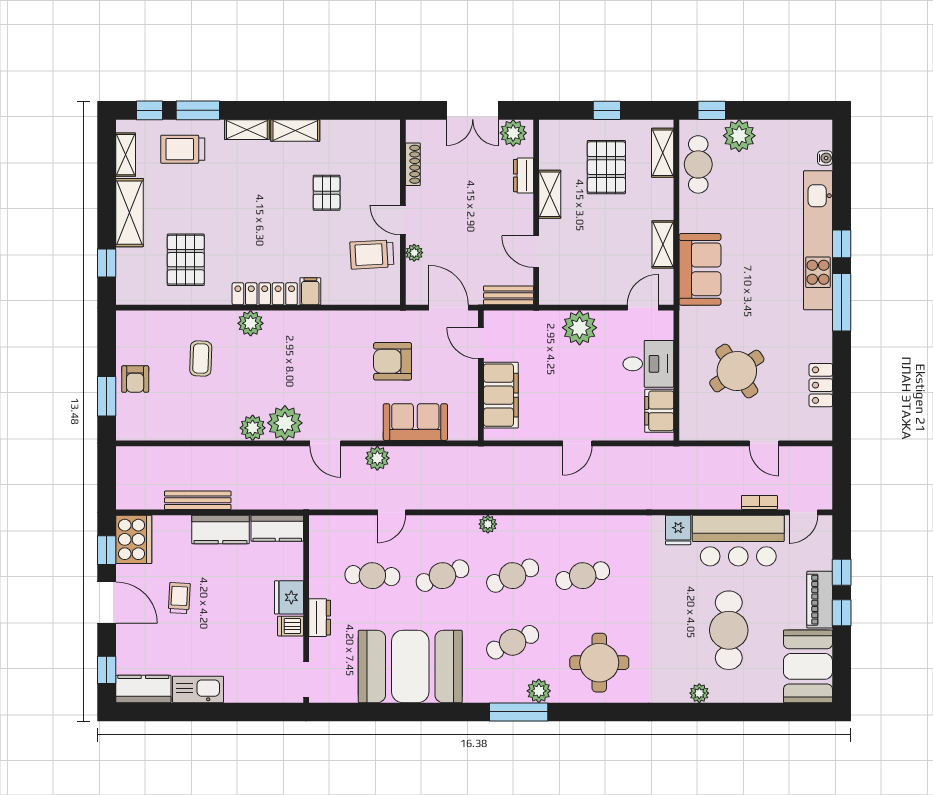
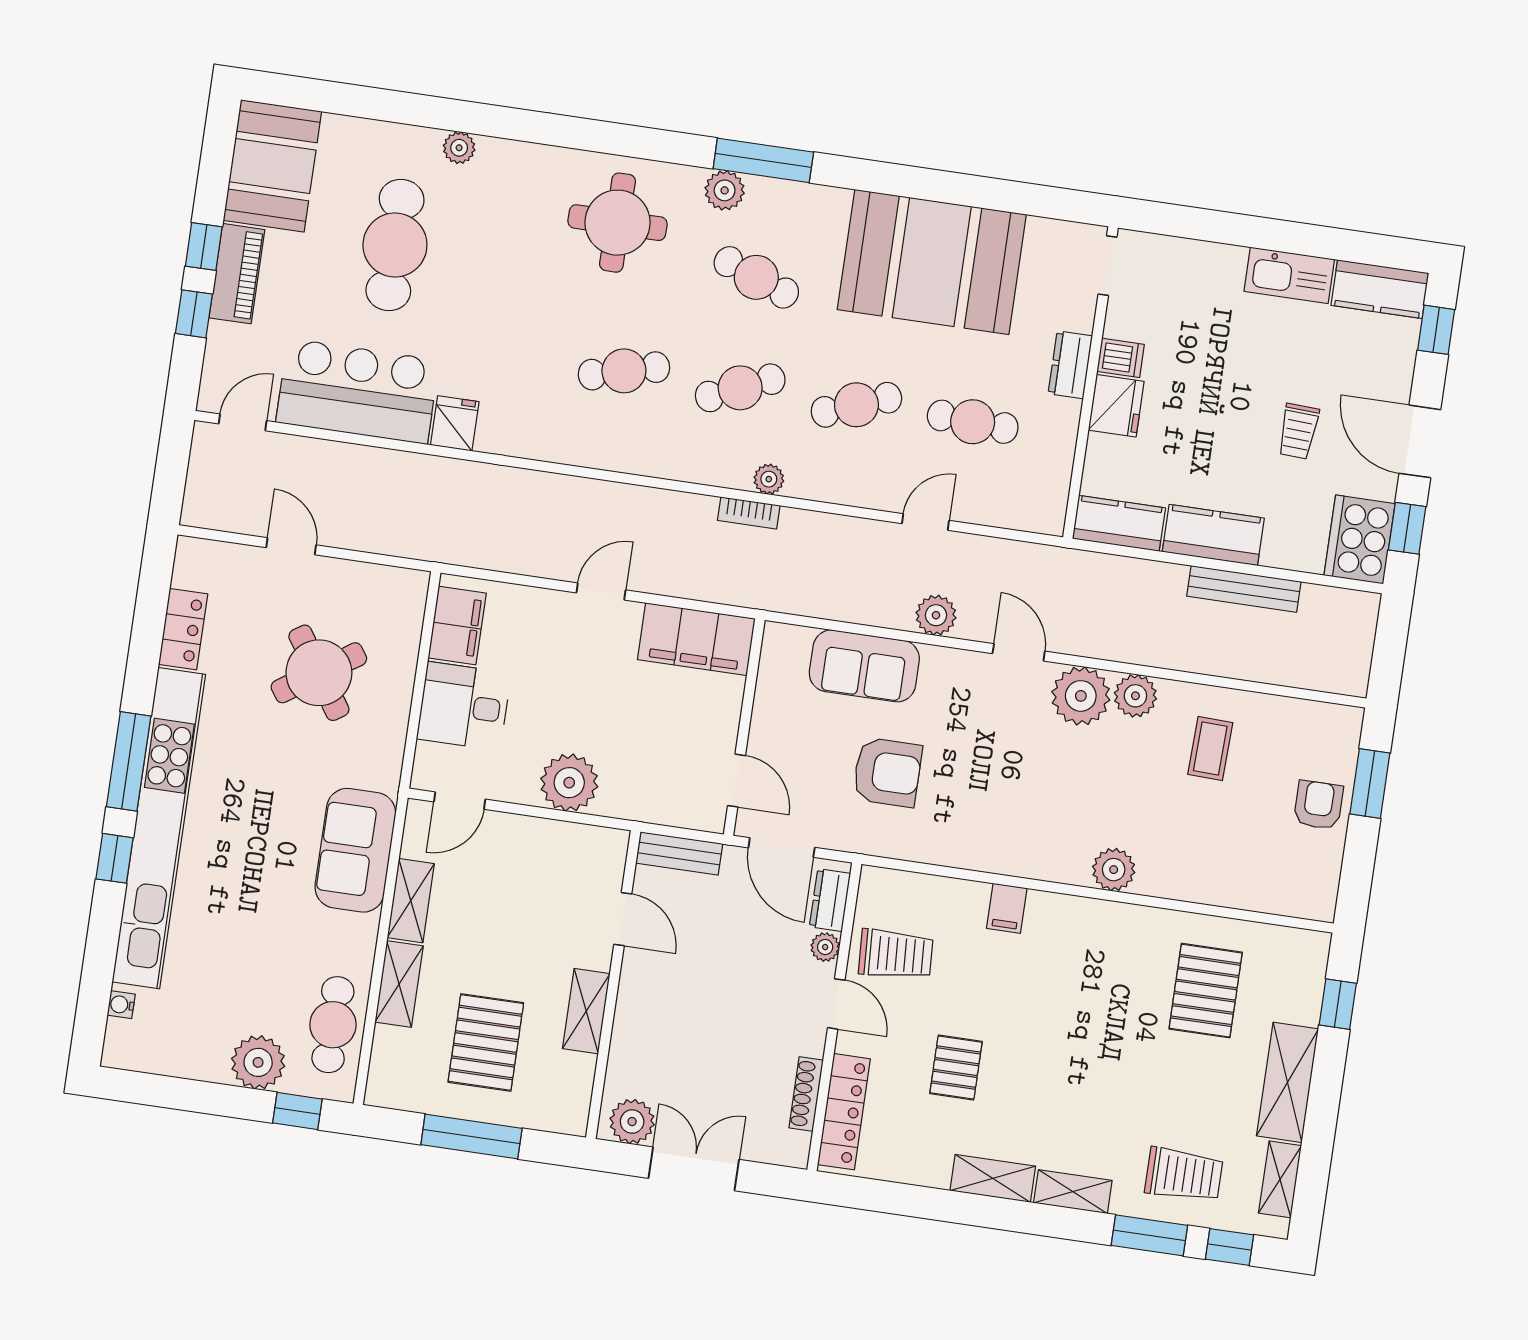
window: (607, 110) -> (471, 1136), width x2.17
shelving: (663, 153) -> (399, 984), moved
dresser: (523, 176) -> (830, 900), moved, turned 180
kitchen unit: (818, 240) -> (159, 828), width x1.36
locker: (265, 294) -> (844, 1112), moved, turned -90
coffee table: (201, 358) -> (1210, 748), moved
filing cabinet: (501, 395) -> (696, 639), moved, turned -90
bookcase: (759, 502) -> (749, 513), moved
cafe table: (513, 642) -> (756, 277), turned 45

